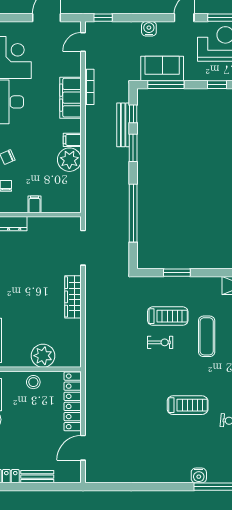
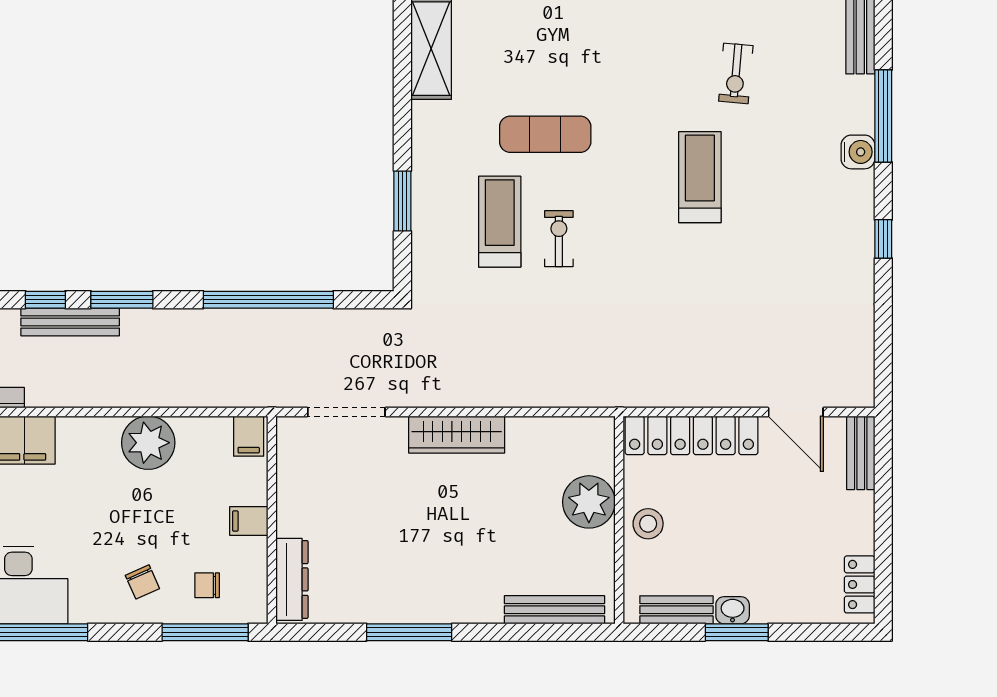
filing cabinet: (72, 140) -> (249, 436), moved
bench: (37, 477) -> (861, 453), moved
window: (160, 487) -> (883, 239), added

